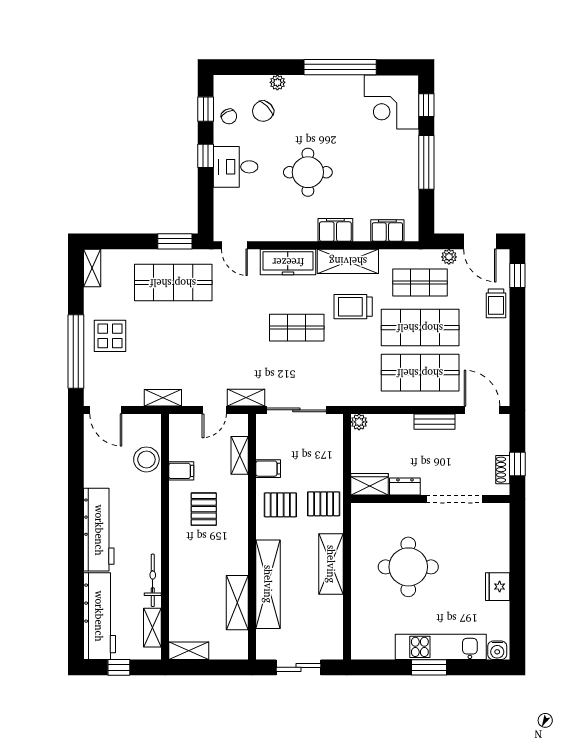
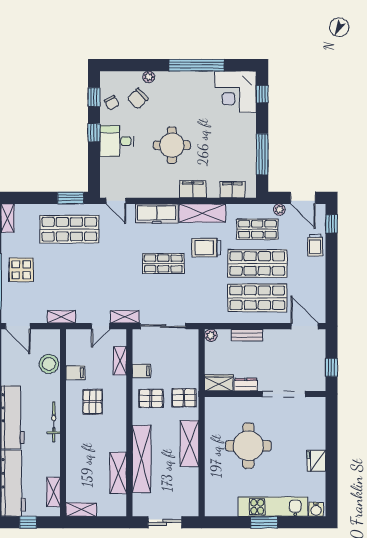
window: (426, 162) -> (262, 154), moved
bench: (434, 422) -> (247, 335), moved
shoe rack: (503, 470) -> (320, 372), removed
bicycle: (153, 580) -> (54, 422), moved

